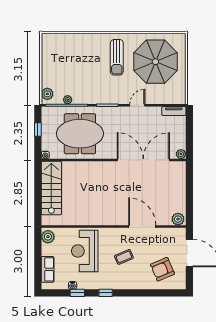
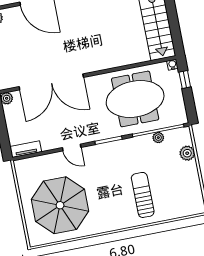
sun lounger: (117, 57) -> (143, 195), moved
plant: (47, 94) -> (187, 153), moved
door: (137, 105) -> (72, 148), hinge flipped
window: (38, 130) -> (185, 80), moved

